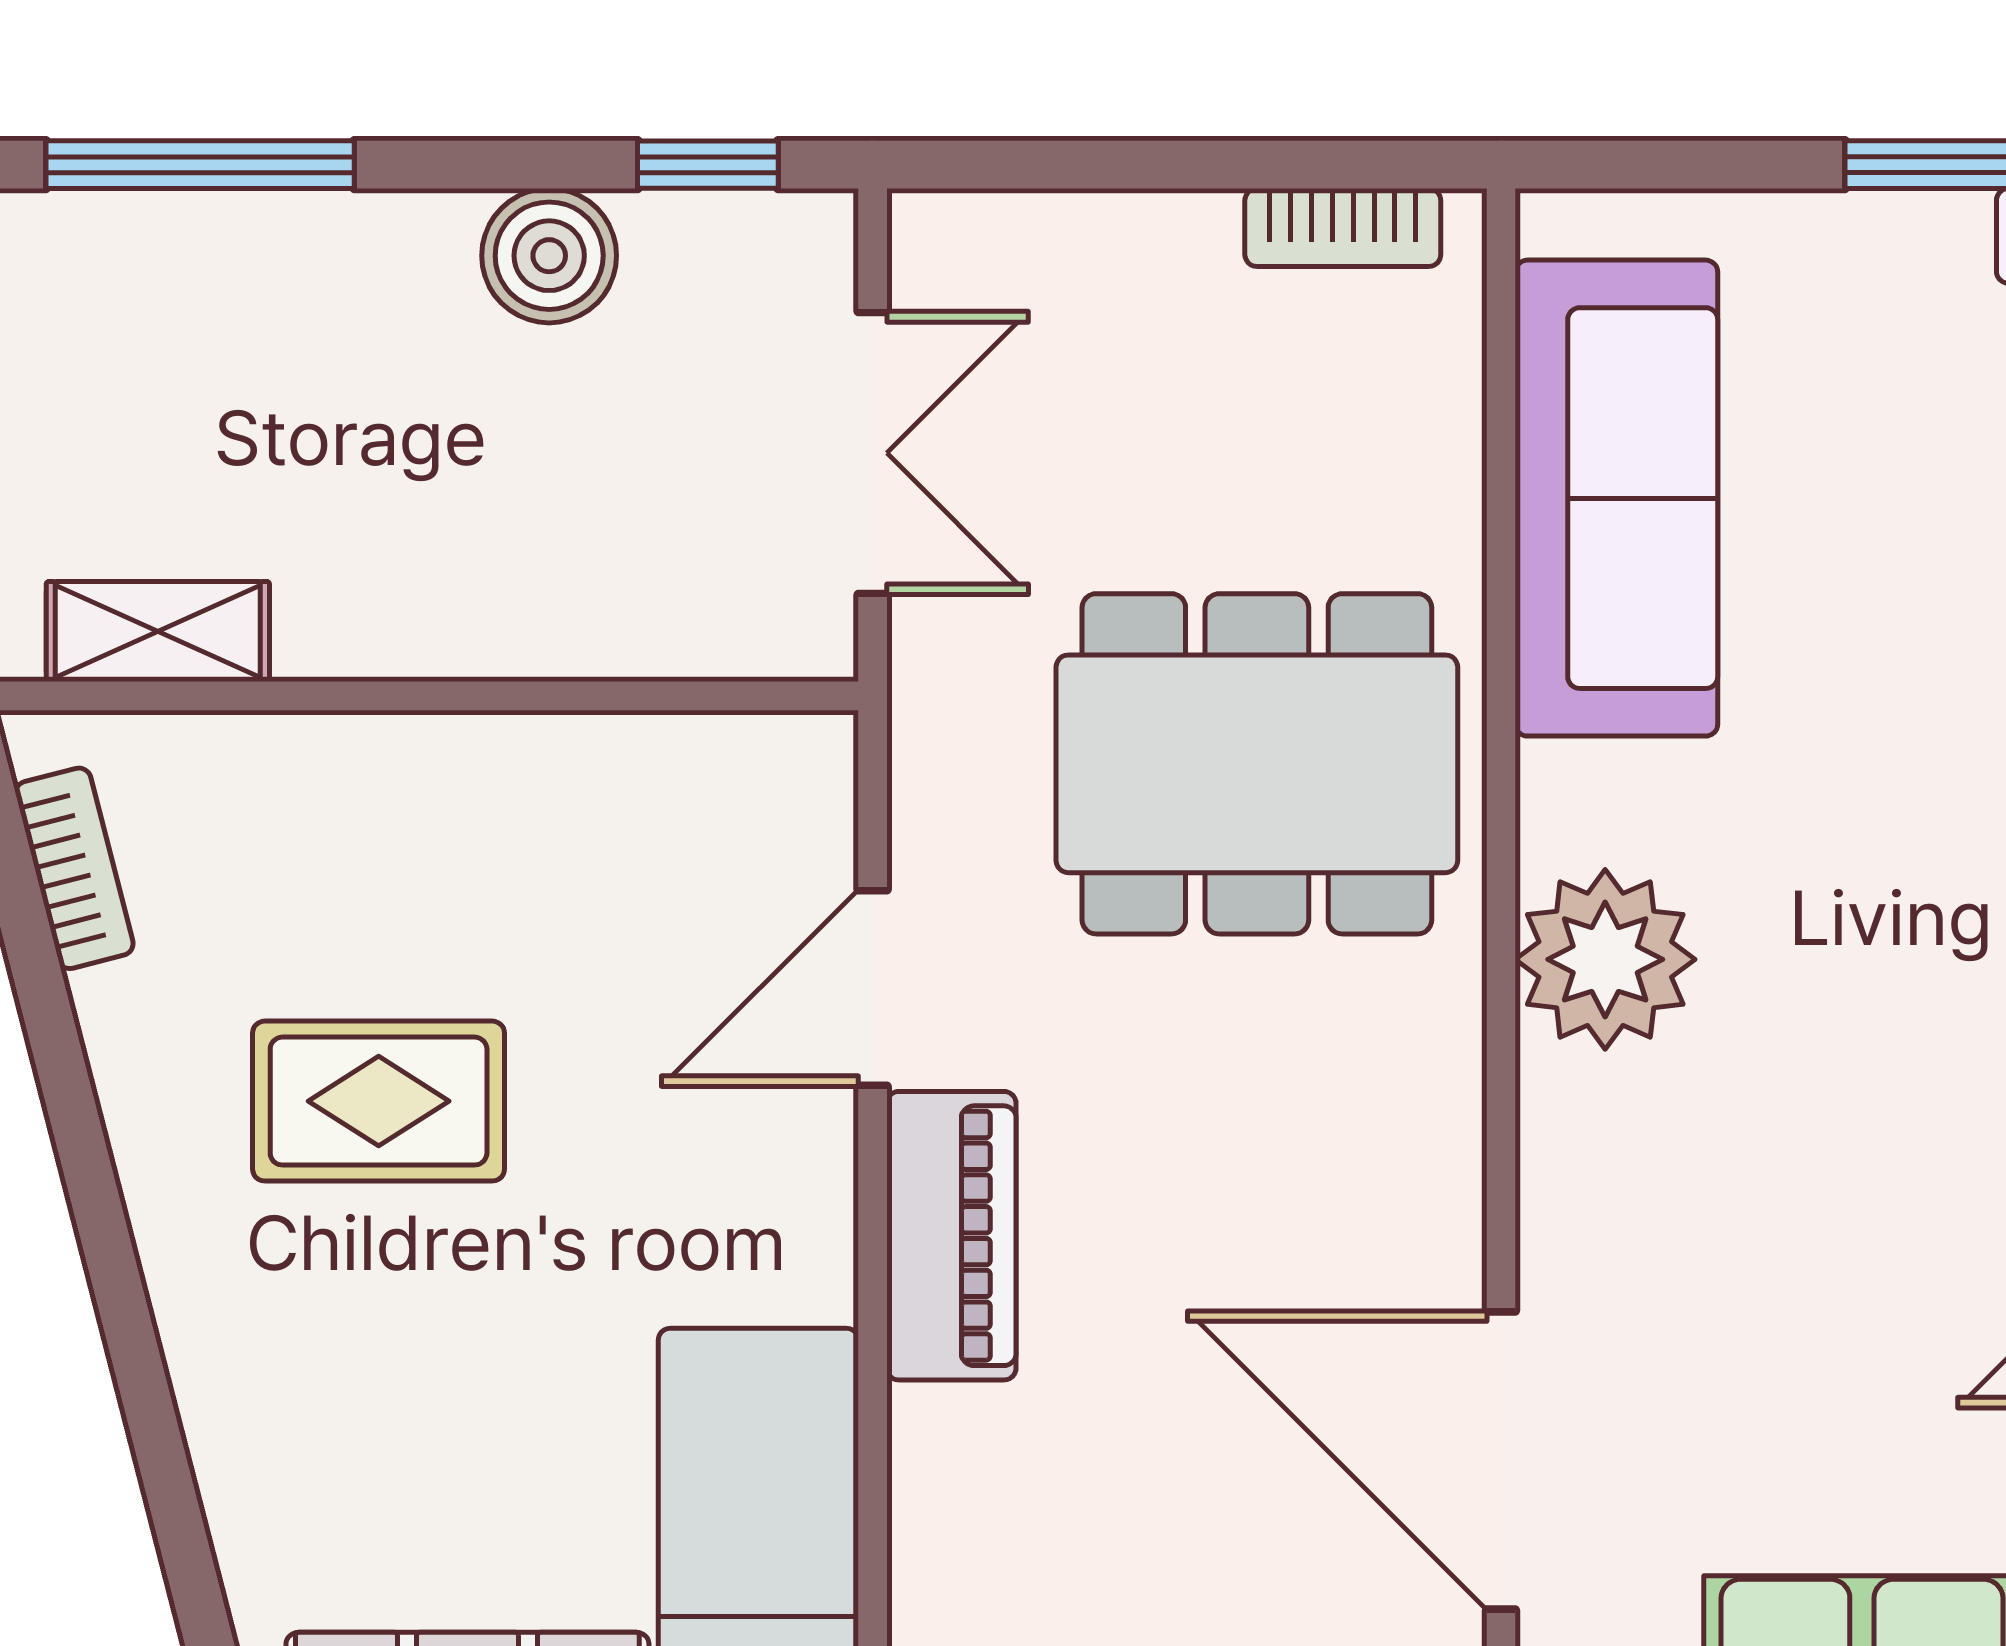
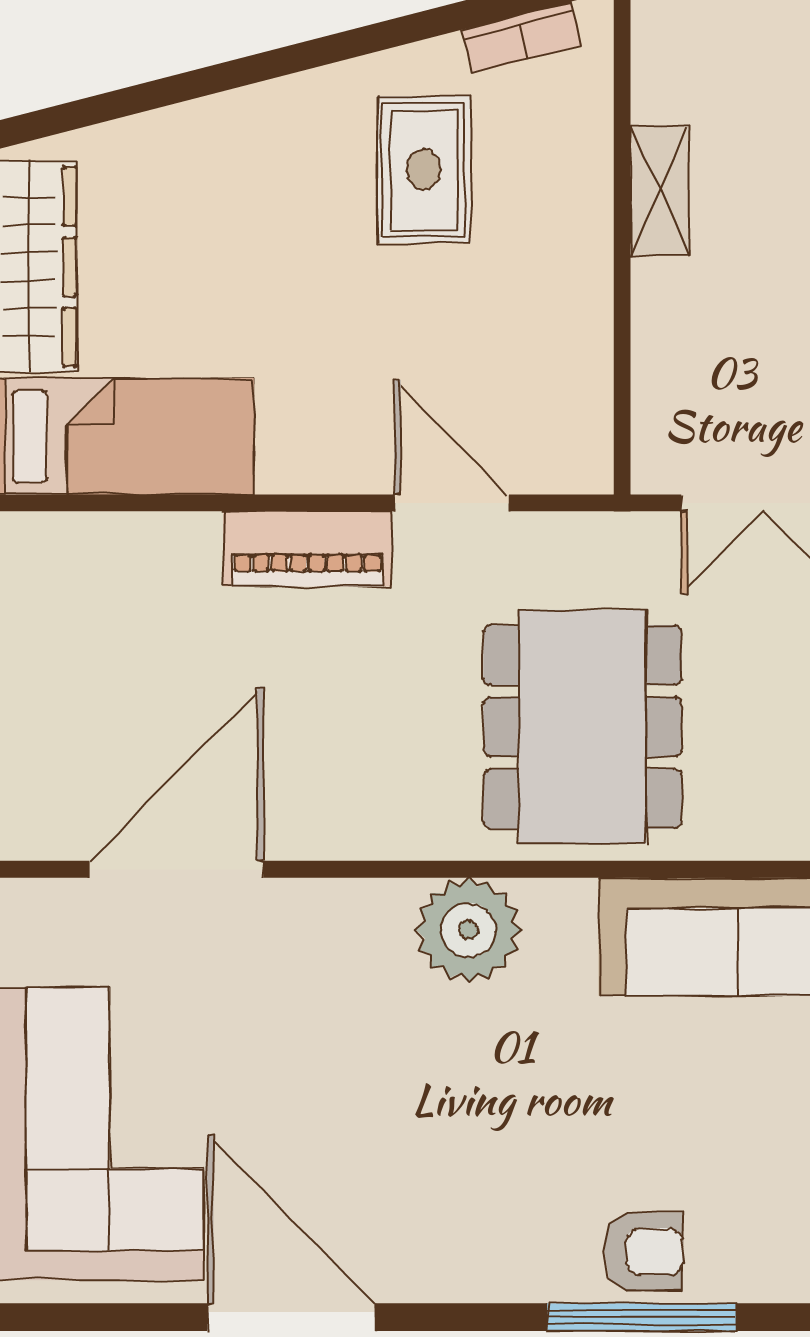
shelving: (158, 631) -> (660, 191), moved
rug: (379, 1101) -> (424, 170), moved

